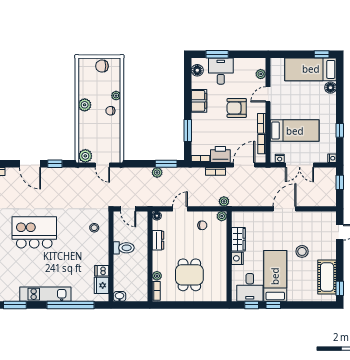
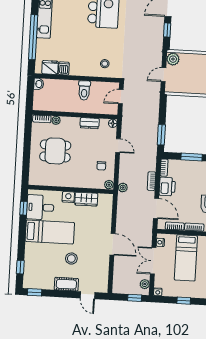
plant: (157, 173) -> (145, 284), moved
cot: (327, 277) -> (66, 284), moved, width x0.73, depth x0.75
window: (273, 305) -> (20, 267), moved

